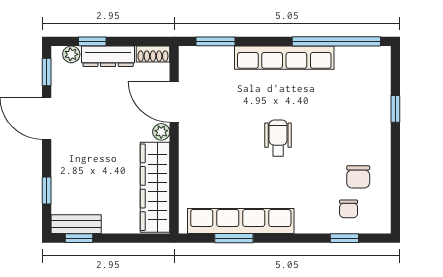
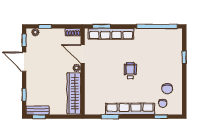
dresser: (108, 56) -> (52, 33), removed
row of seats: (284, 58) -> (111, 34), moved
row of seats: (241, 221) -> (130, 109), moved

